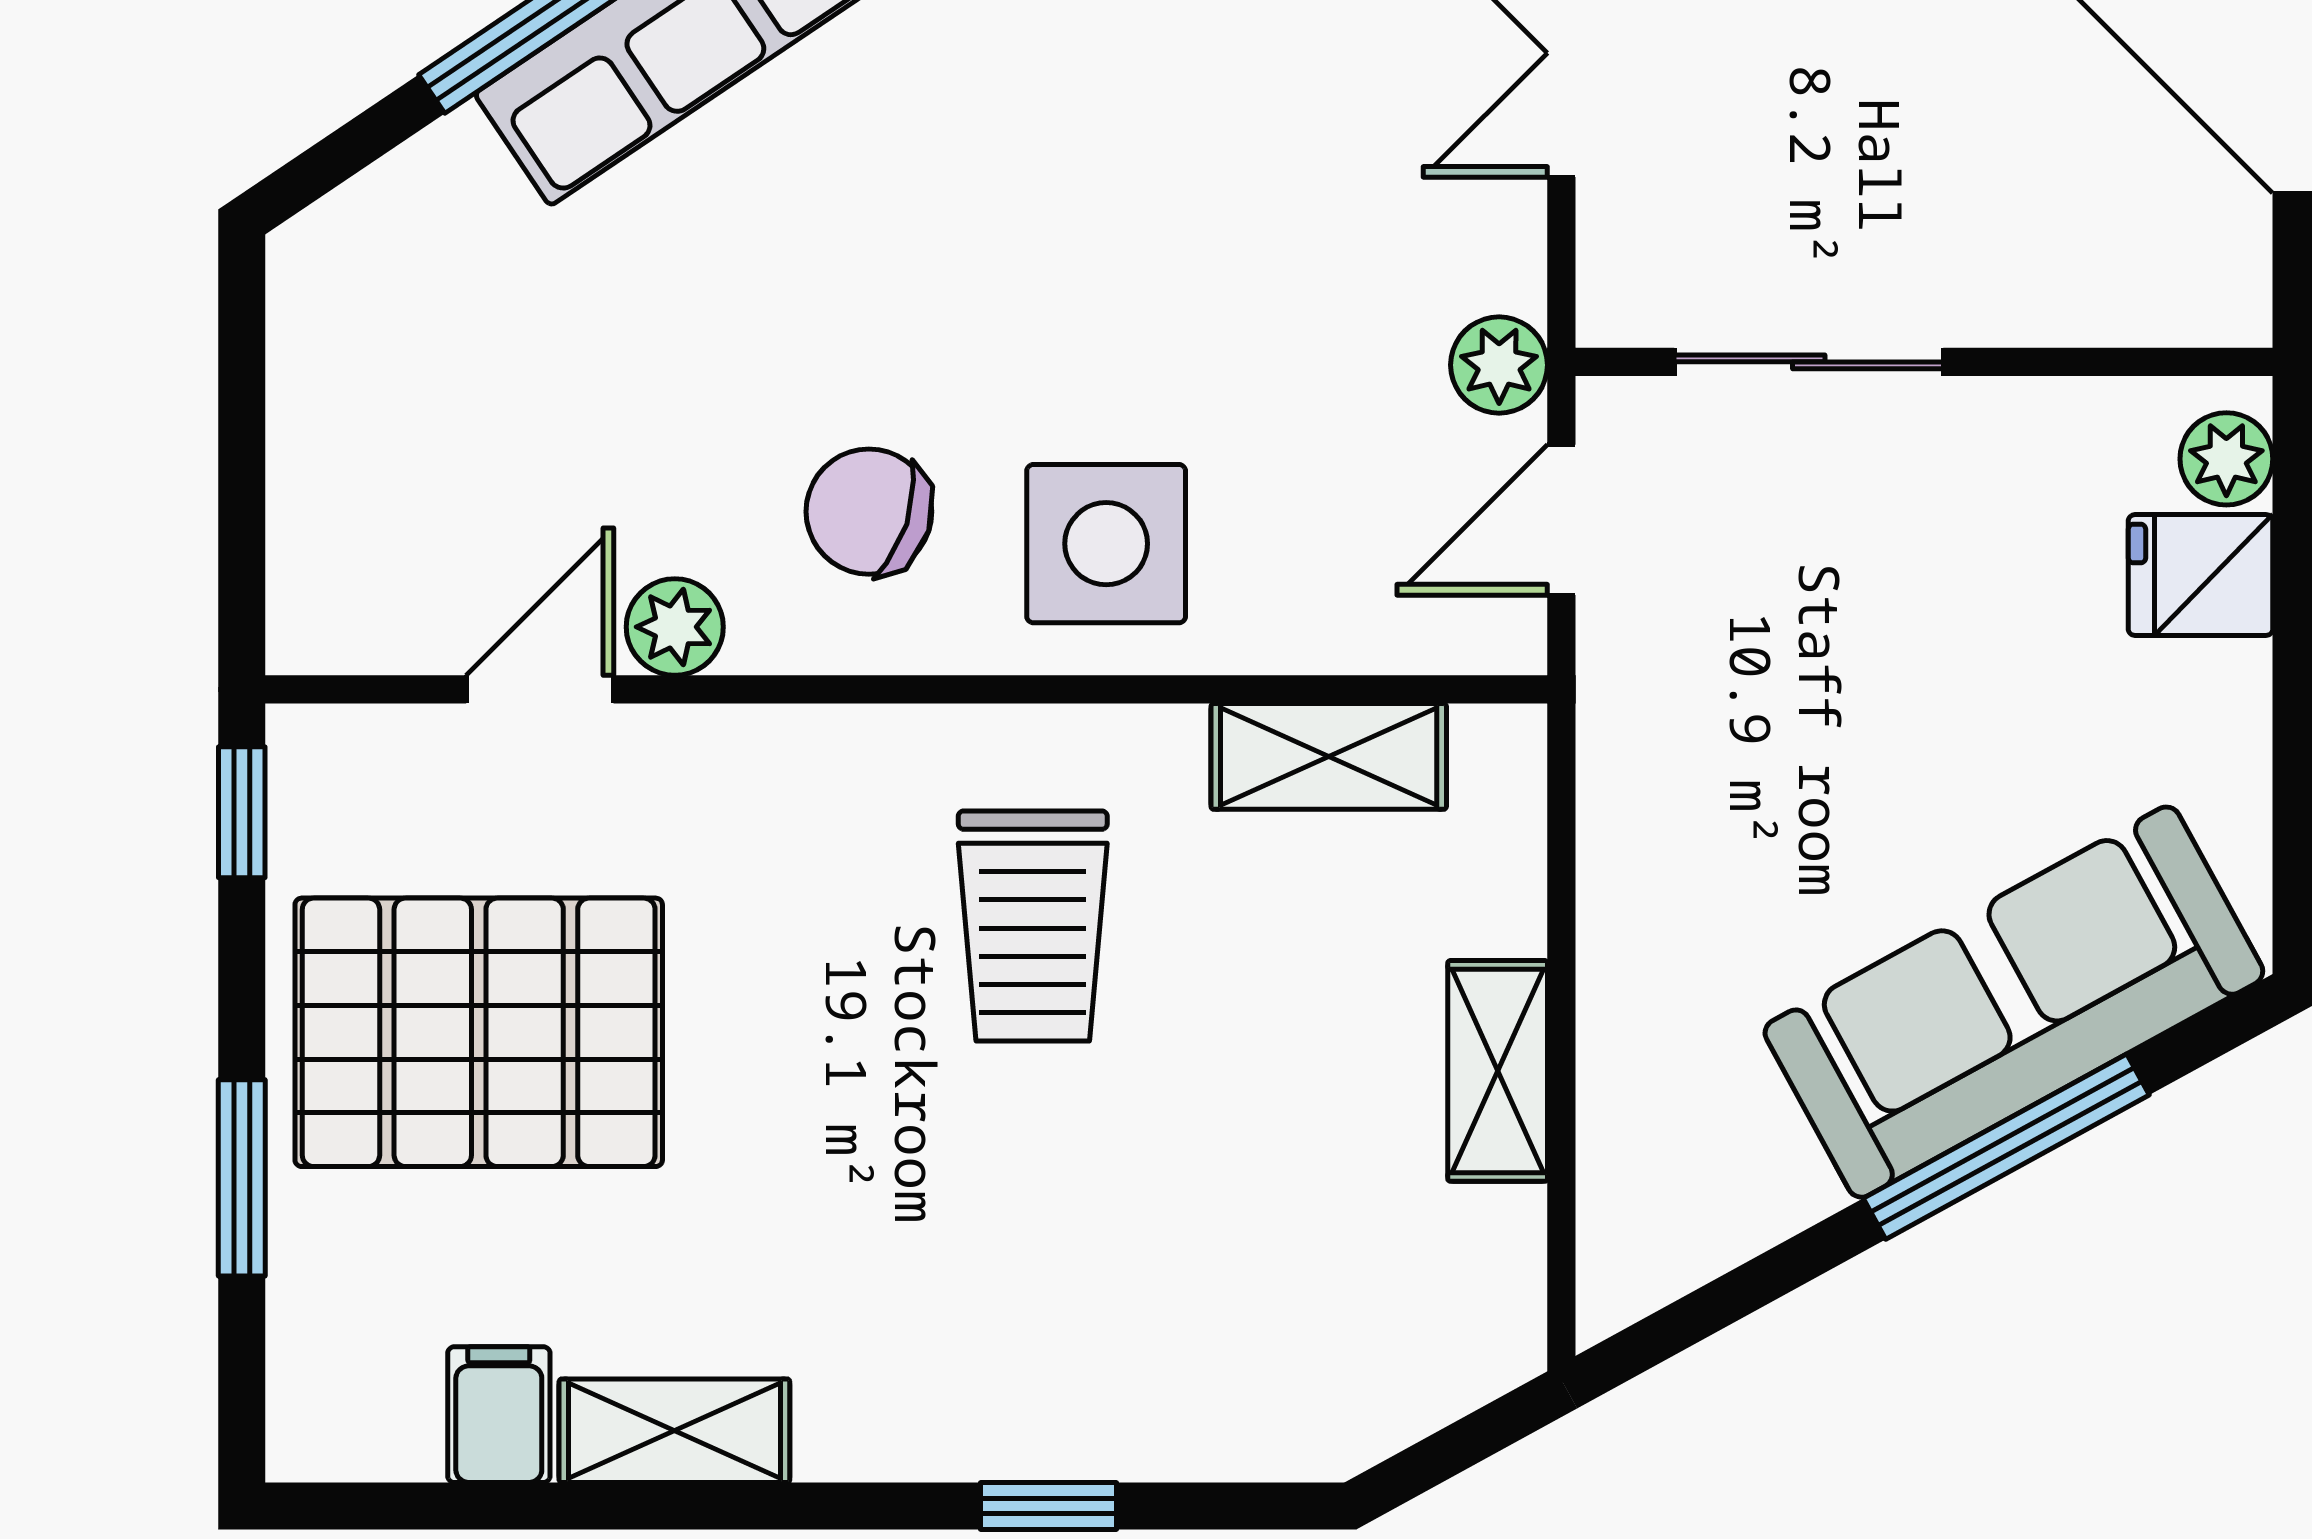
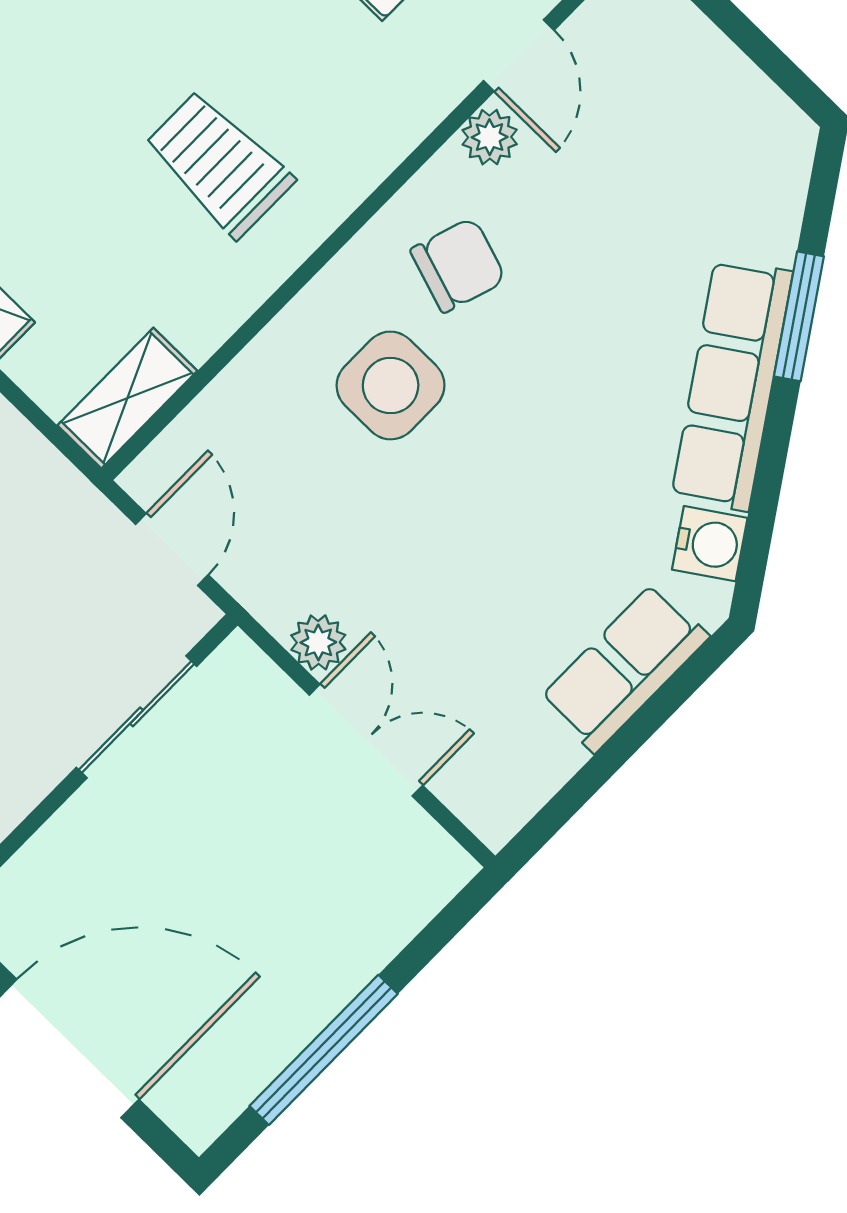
plant: (1499, 365) -> (318, 642), moved
side table: (1106, 544) -> (391, 385), moved
shelving: (1329, 756) -> (127, 398), moved

